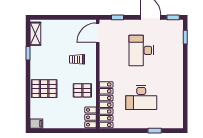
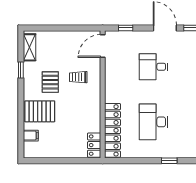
desk: (141, 50) -> (154, 67), width x0.73
pallet: (82, 90) -> (50, 82), moved, turned 90
desk: (141, 97) -> (154, 122), turned 90
filing cabinet: (36, 124) -> (31, 136), moved

